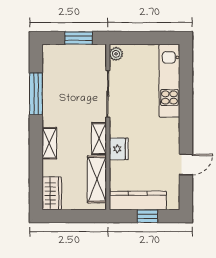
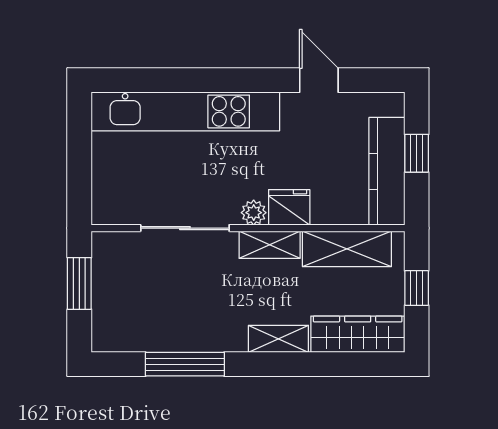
plant: (116, 54) -> (254, 213), moved
kitchen unit: (169, 81) -> (185, 111), width x1.36
wardrobe: (52, 193) -> (358, 334), width x1.50
window: (76, 216) -> (417, 288), added

